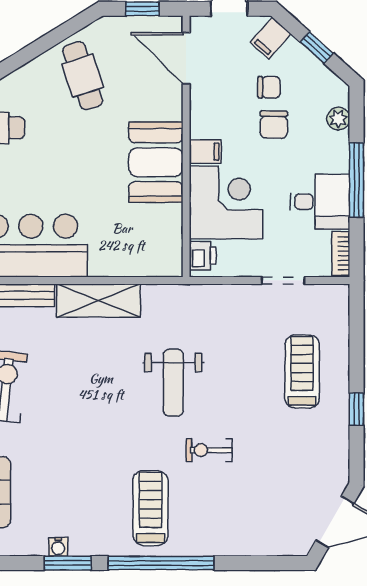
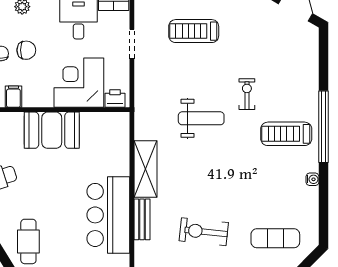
filing cabinet: (205, 152) -> (13, 97), moved
exercise bike: (209, 450) -> (247, 94), turned 180
water cooler: (58, 547) -> (312, 179), moved
window: (68, 563) -> (323, 190), removed

